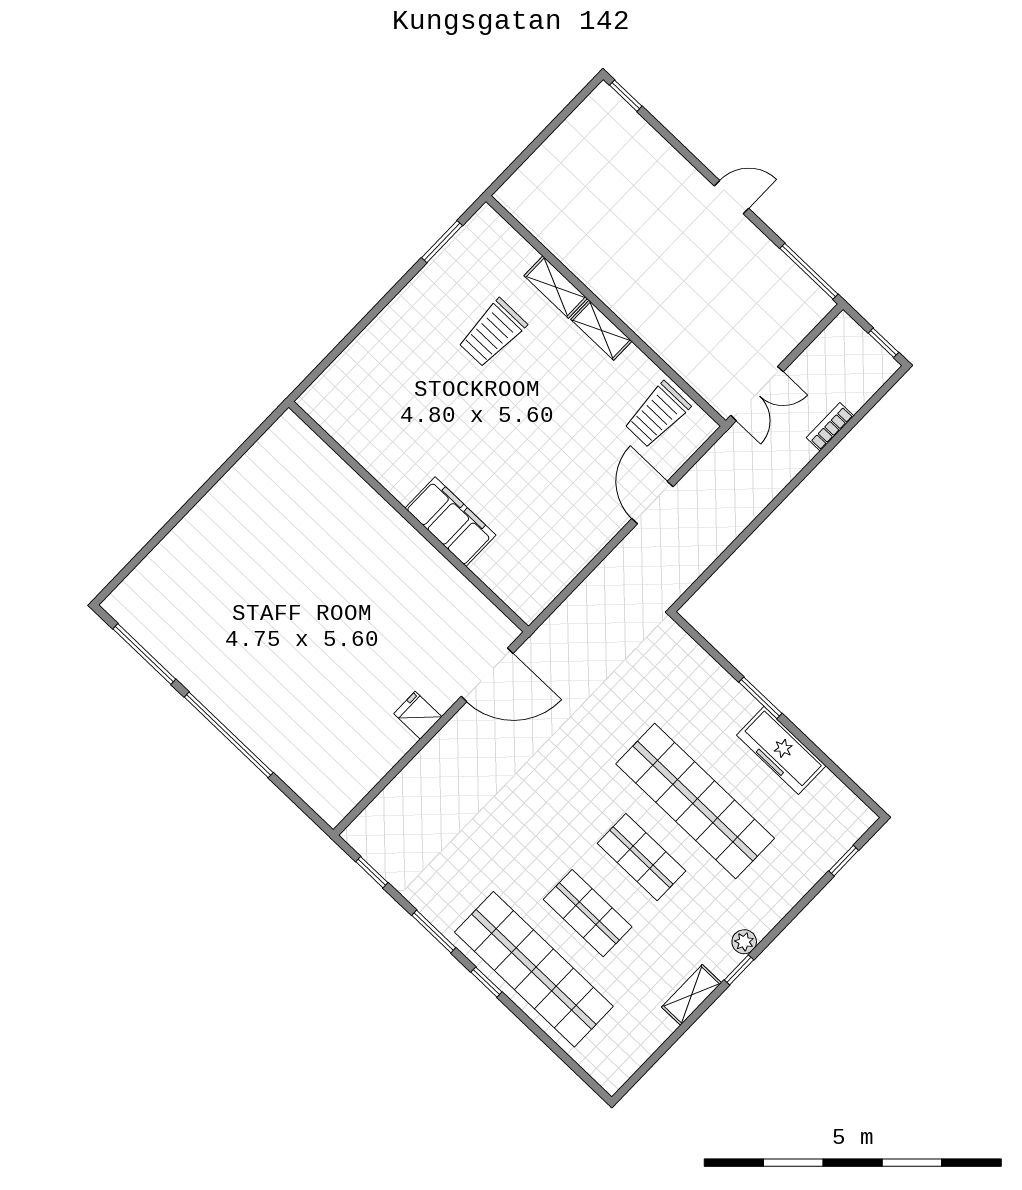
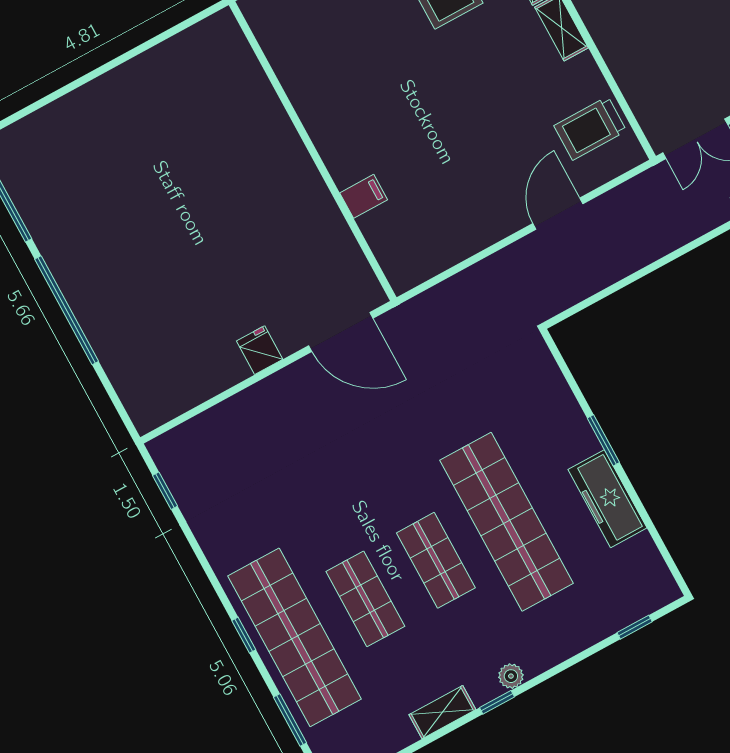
filing cabinet: (450, 522) -> (364, 196), width x0.33, depth x0.86
window: (434, 932) -> (290, 720), moved

